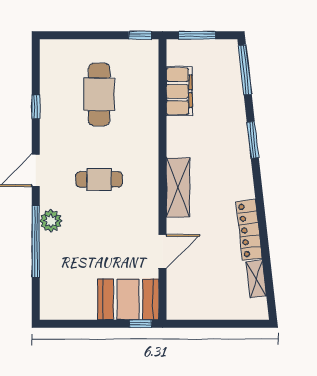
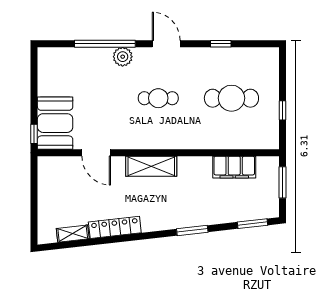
window: (140, 35) -> (282, 110), moved
window: (245, 70) -> (253, 224), width x0.69
cafe table: (99, 179) -> (158, 98), turned 90

